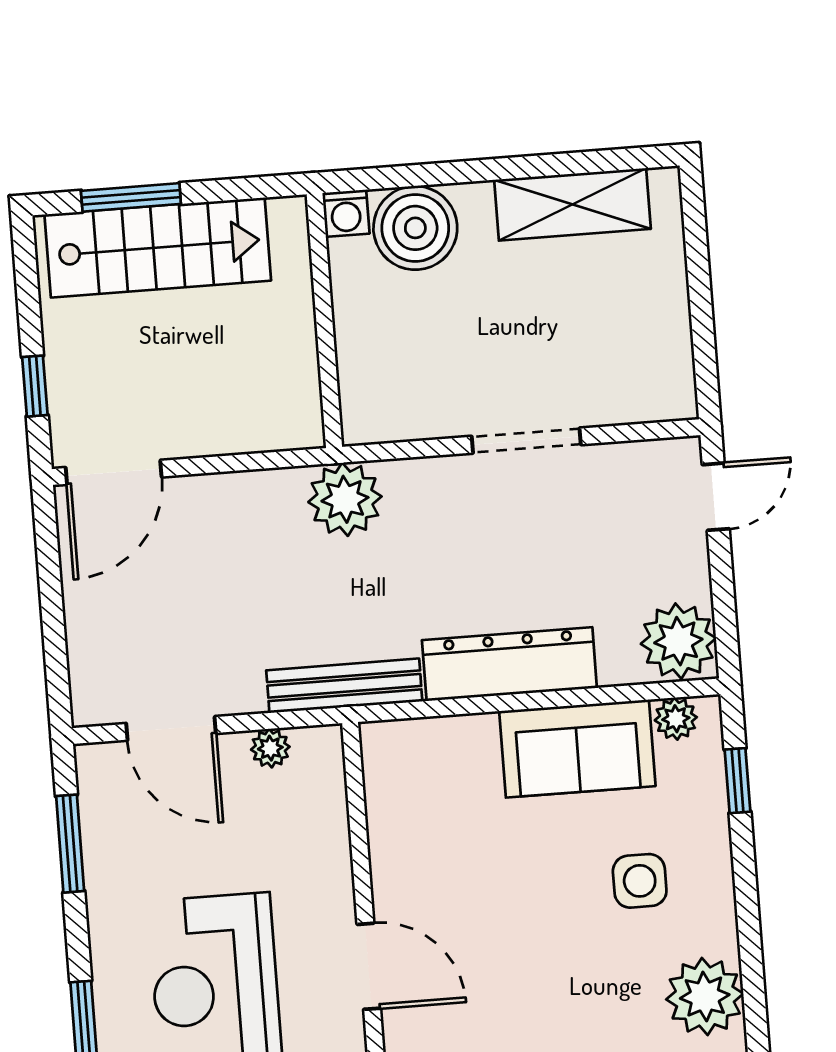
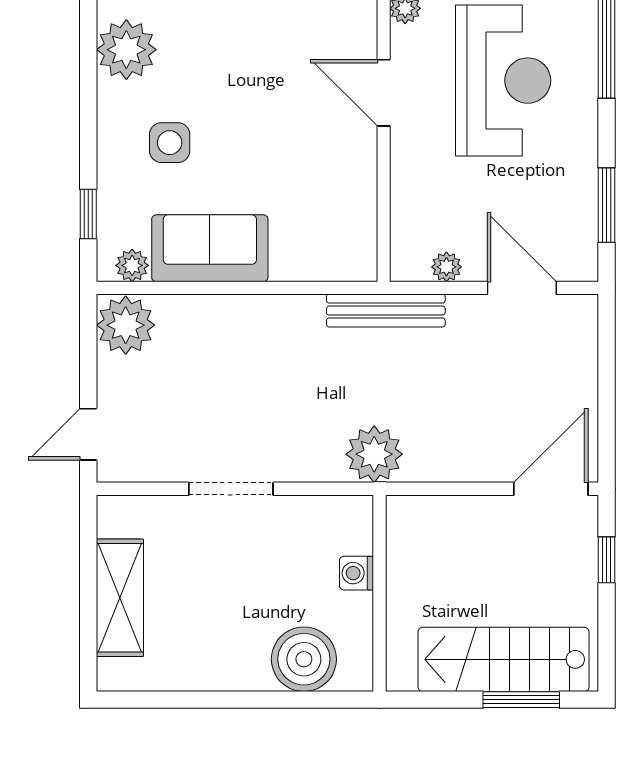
shelving: (572, 204) -> (120, 598), moved, turned 90
washing machine: (346, 213) -> (356, 573), moved, turned -90
dresser: (509, 664) -> (257, 317), removed

